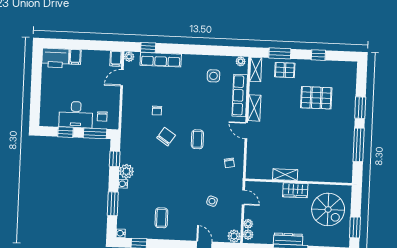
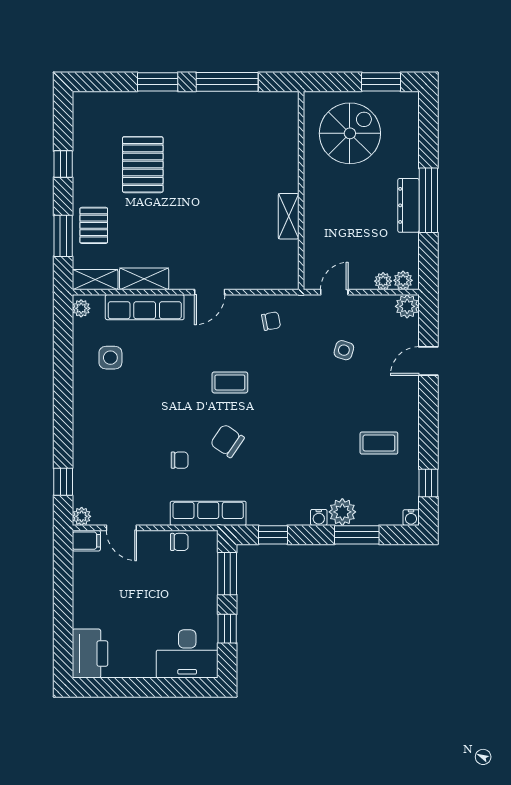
filing cabinet: (75, 57) -> (86, 617), removed
row of seats: (161, 60) -> (208, 513), moved, turned -90
shelving: (254, 108) -> (144, 279), moved
desk: (76, 115) -> (187, 654), moved, turned 90
chair: (102, 116) -> (179, 542), moved
plant: (126, 171) -> (342, 512), moved
wardrobe: (295, 190) -> (317, 196), removed

